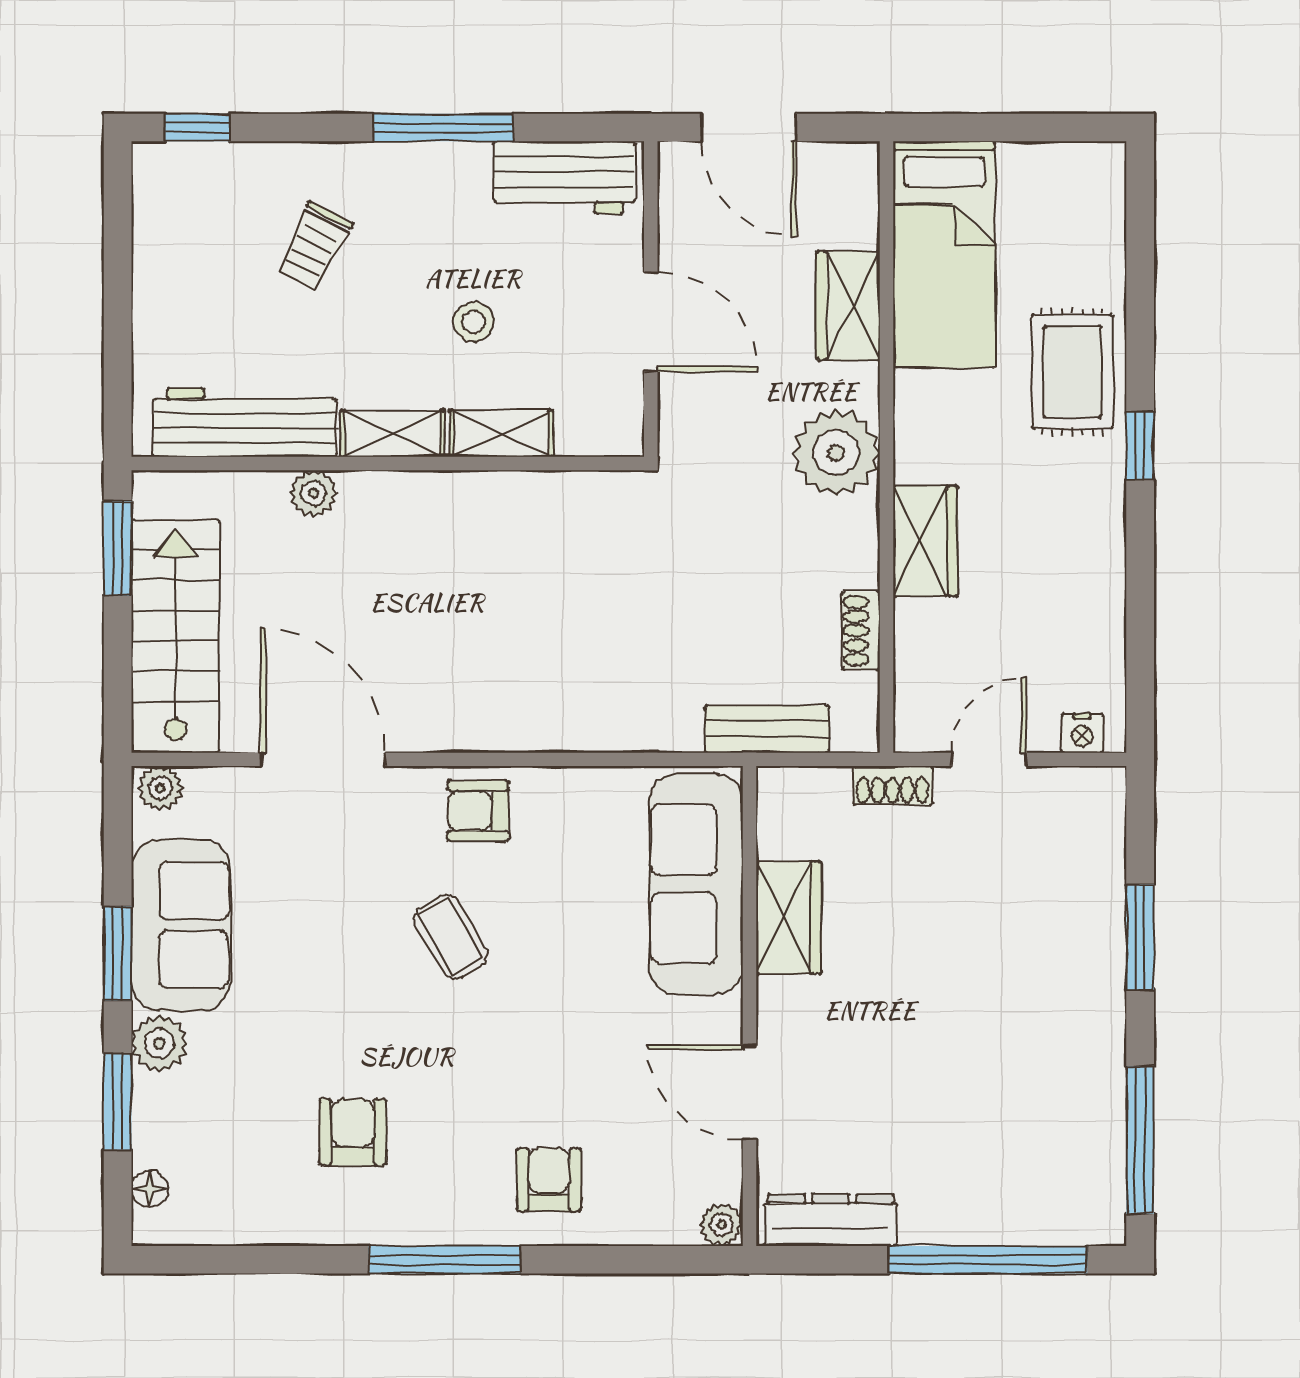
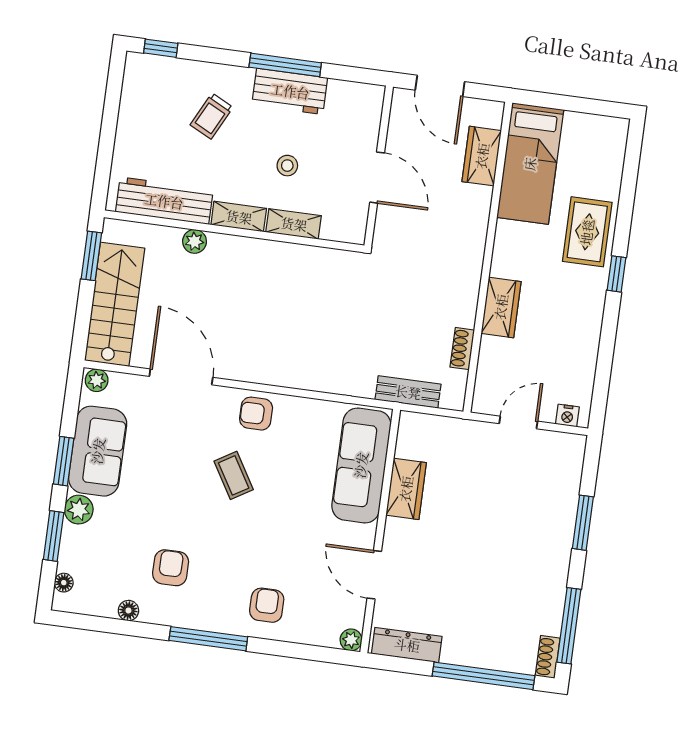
workbench: (564, 178) -> (290, 91), moved
wardrobe: (848, 305) -> (482, 156), moved
plant: (836, 453) -> (462, 257), removed
shoe rack: (893, 785) -> (548, 657), moved, turned 90
floor lamp: (282, 1226) -> (128, 611), added

